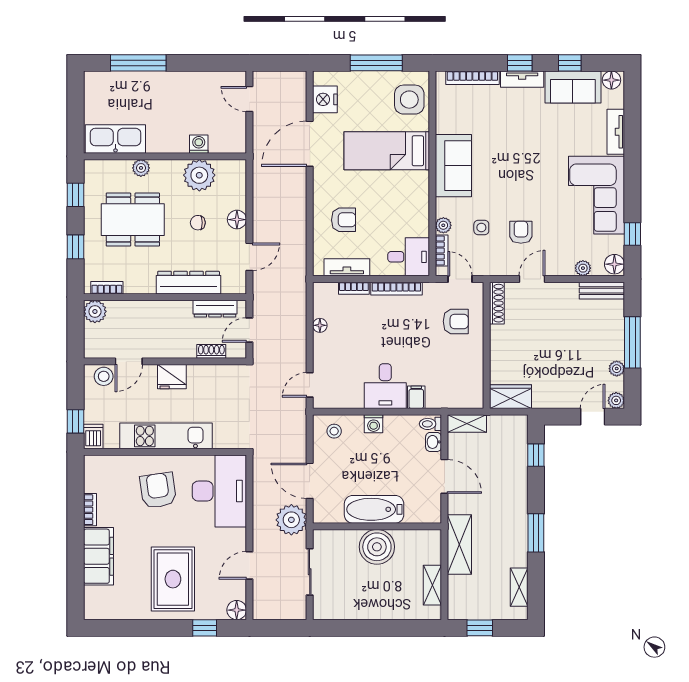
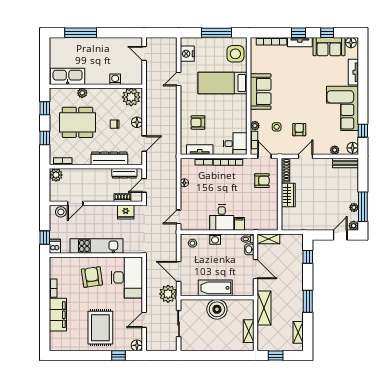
door: (310, 144) -> (179, 79), width x0.53
plant: (199, 175) -> (131, 97), moved
armchair: (344, 220) -> (198, 122), turned 180
window: (632, 342) -> (363, 207), moved
fridge: (172, 377) -> (126, 212), moved
wardrobe: (510, 397) -> (288, 195), moved, turned 90

